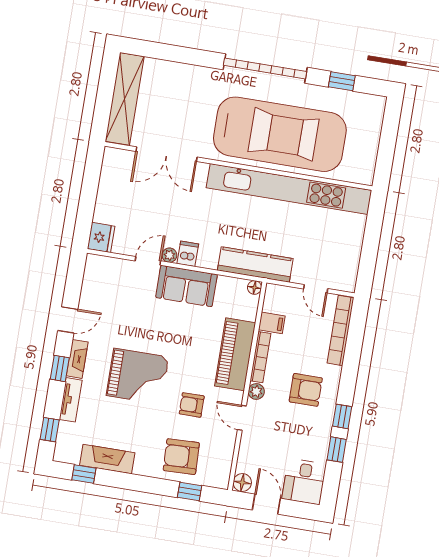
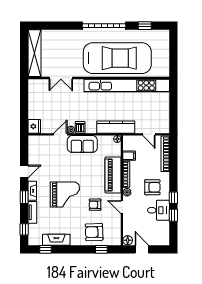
double door: (167, 154) -> (61, 78), width x0.73
desk: (304, 482) -> (158, 210), moved, turned -90

